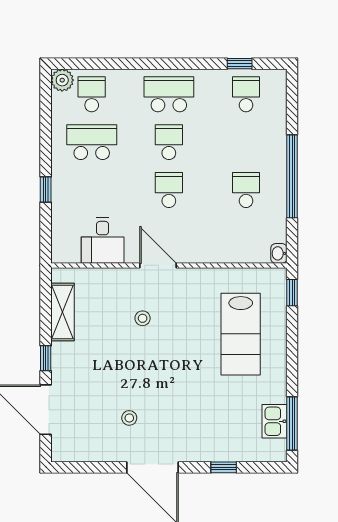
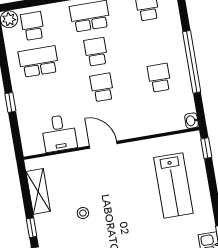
stool: (143, 318) -> (83, 213), moved

